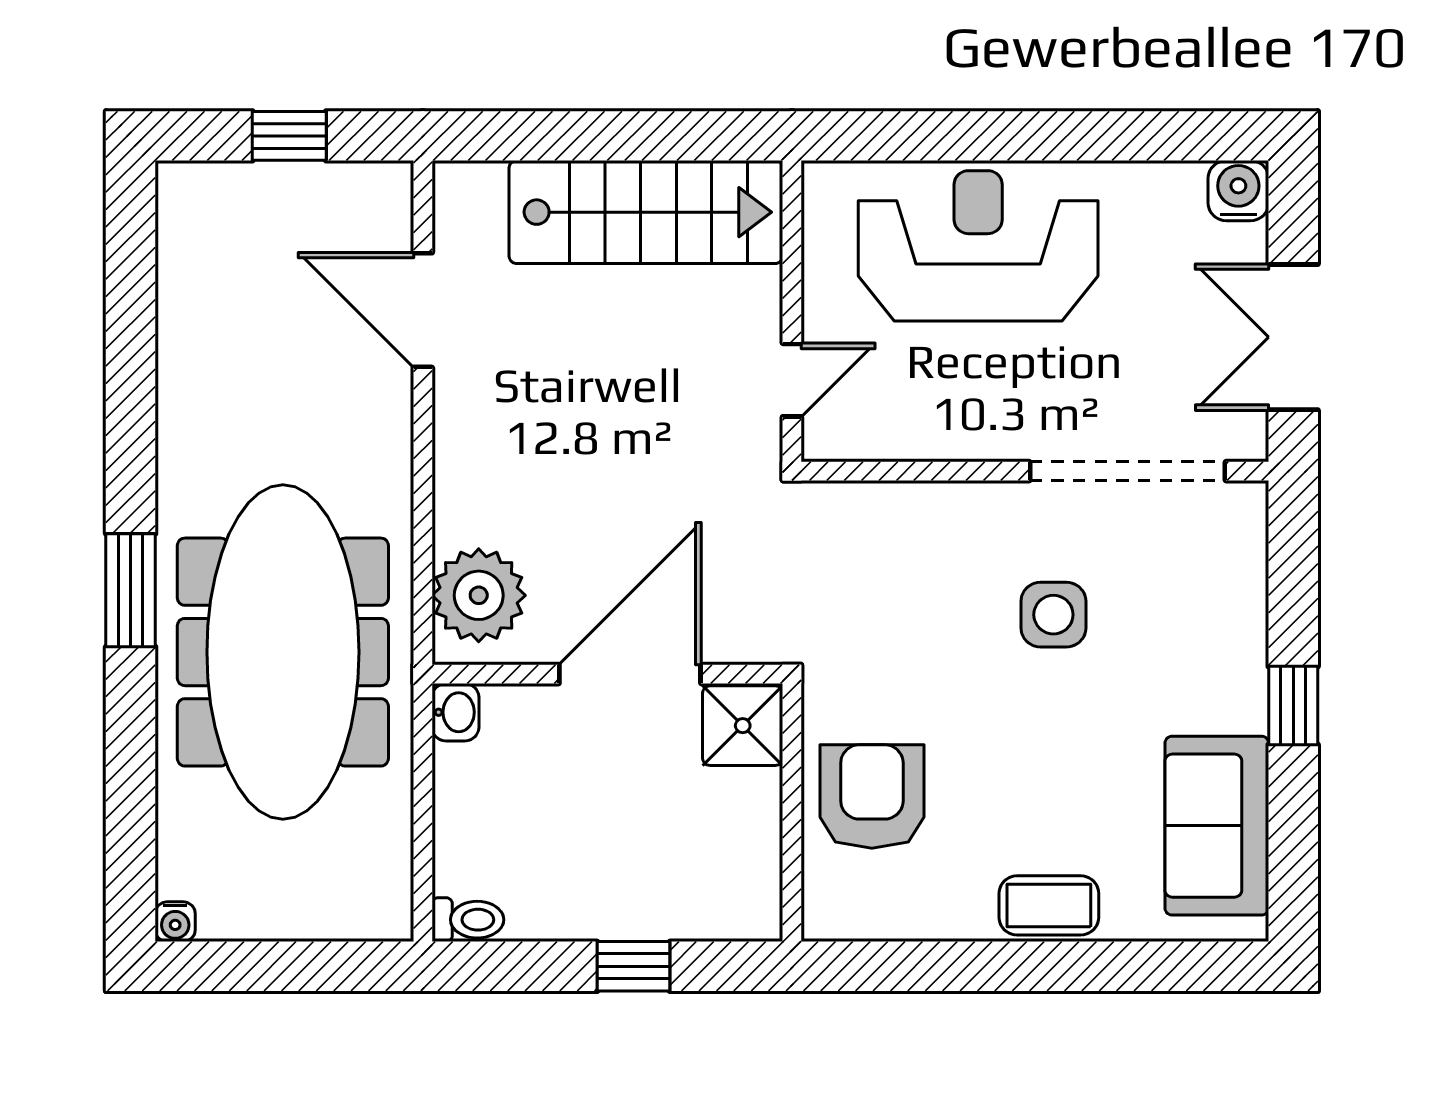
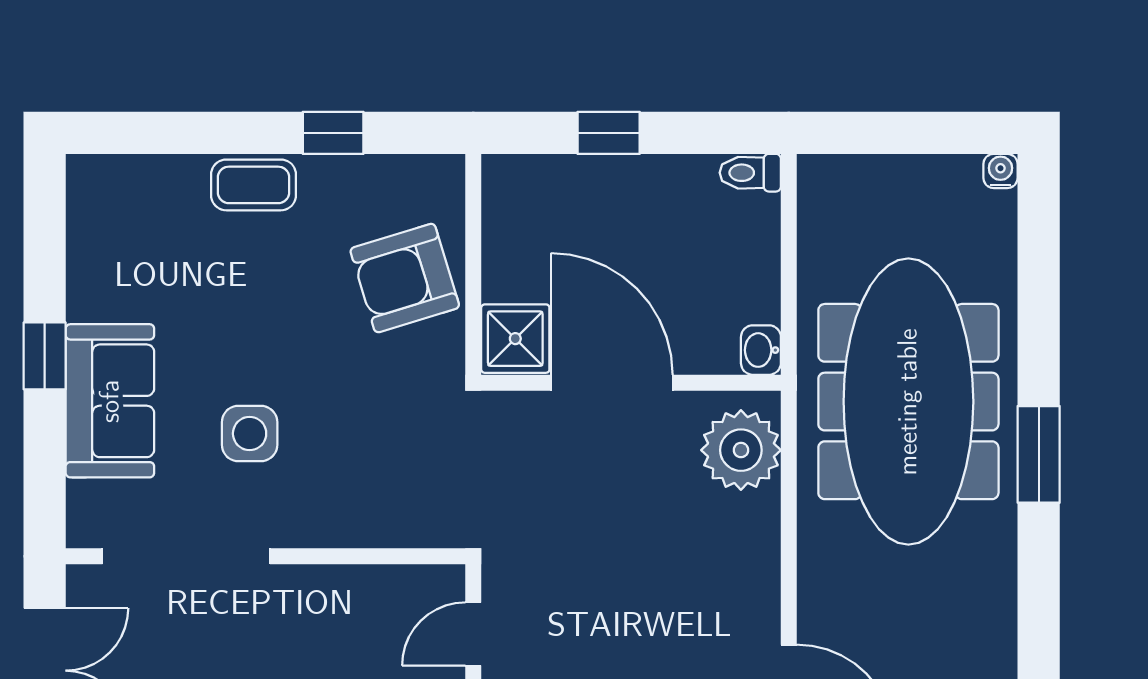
door: (630, 674) -> (612, 383), swing flipped
armchair: (872, 796) -> (405, 278), turned 73
sofa: (1217, 826) -> (110, 401), moved
window: (956, 966) -> (333, 133), added

